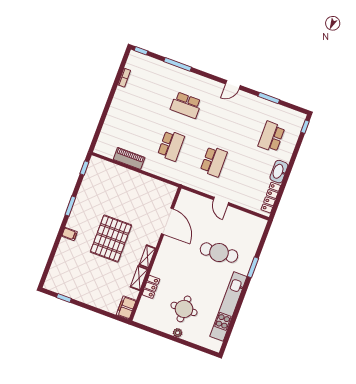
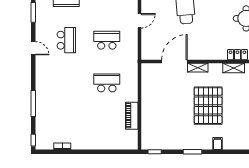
school desk: (186, 105) -> (66, 40), moved
pallet: (111, 239) -> (208, 106), turned 90
shelving: (147, 256) -> (198, 68), moved

